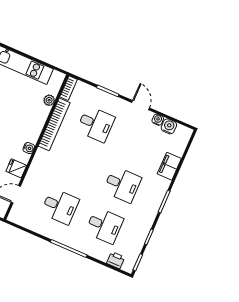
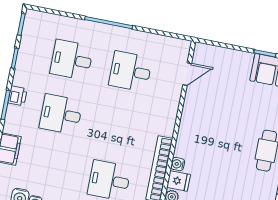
water cooler: (29, 148) -> (178, 164), moved
fridge: (16, 168) -> (179, 181), moved
printer: (116, 260) -> (17, 96), moved, turned -90

